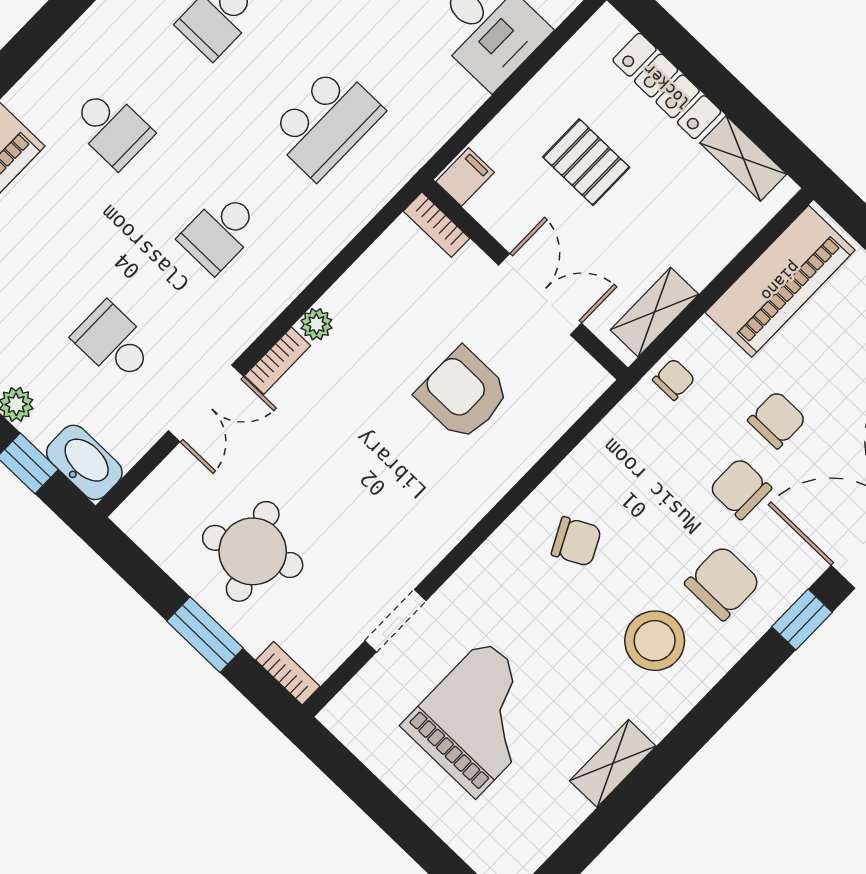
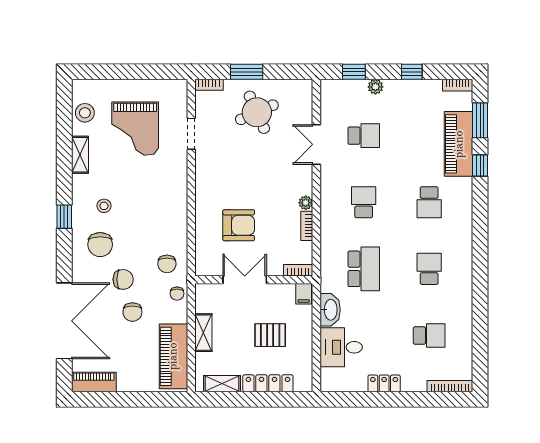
school desk: (326, 122) -> (364, 269), turned 180
school desk: (112, 128) -> (429, 202), turned -90
double door: (540, 294) -> (245, 280), swing flipped
shelving: (654, 312) -> (203, 333), moved
bookcase: (278, 361) -> (307, 226), moved
washbasin: (84, 462) -> (330, 310), moved, turned -90
chair: (576, 542) -> (167, 264), moved, turned -63
window: (802, 619) -> (64, 217), moved
stool: (655, 641) -> (104, 206), width x0.53, depth x0.53
stool: (538, 825) -> (85, 113), added

